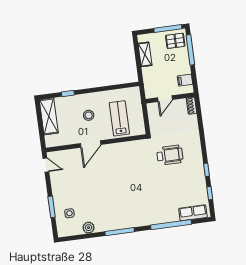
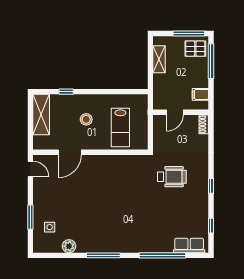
lab bench: (119, 118) -> (120, 128), turned 180
door: (91, 144) -> (70, 152), moved
window: (207, 170) -> (211, 186), moved

